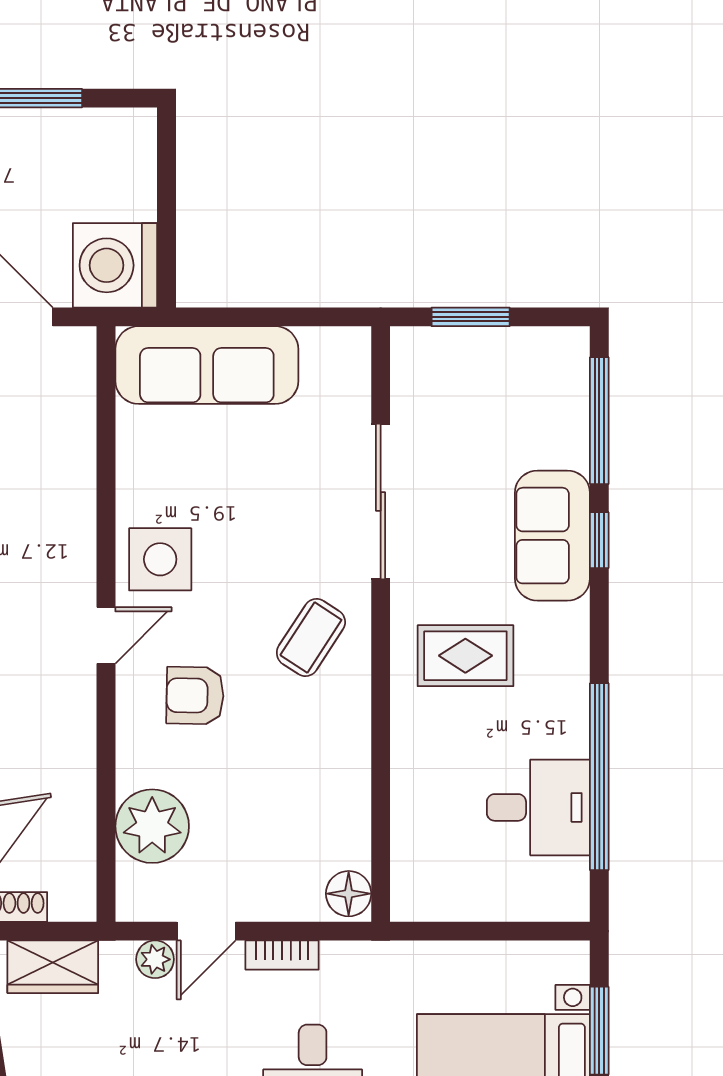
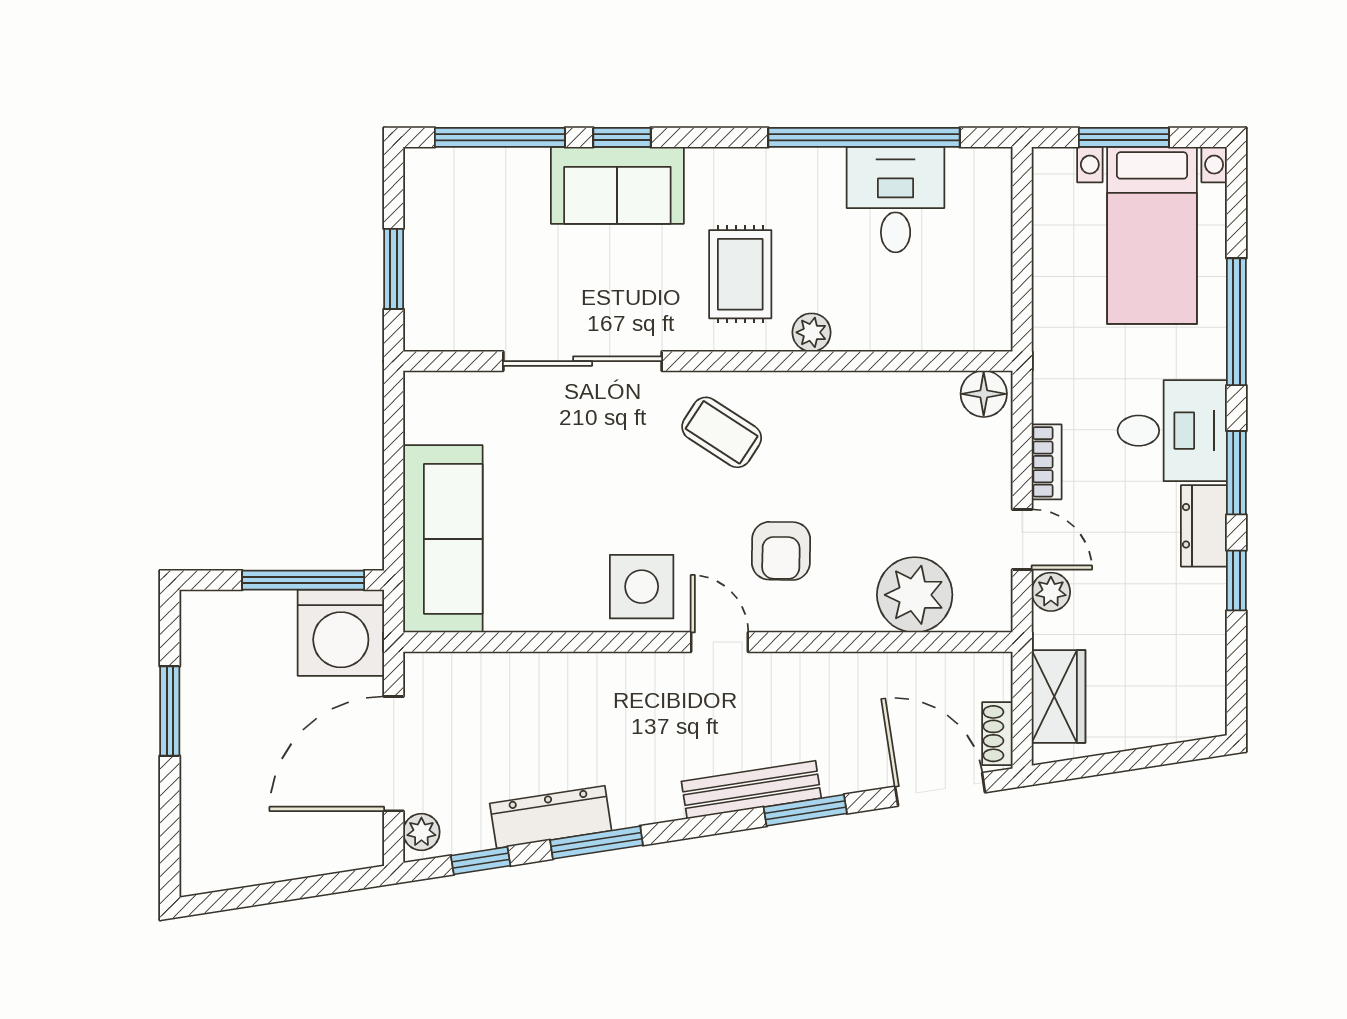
window: (166, 228) -> (303, 580), added
plant: (409, 725) -> (812, 332), added

